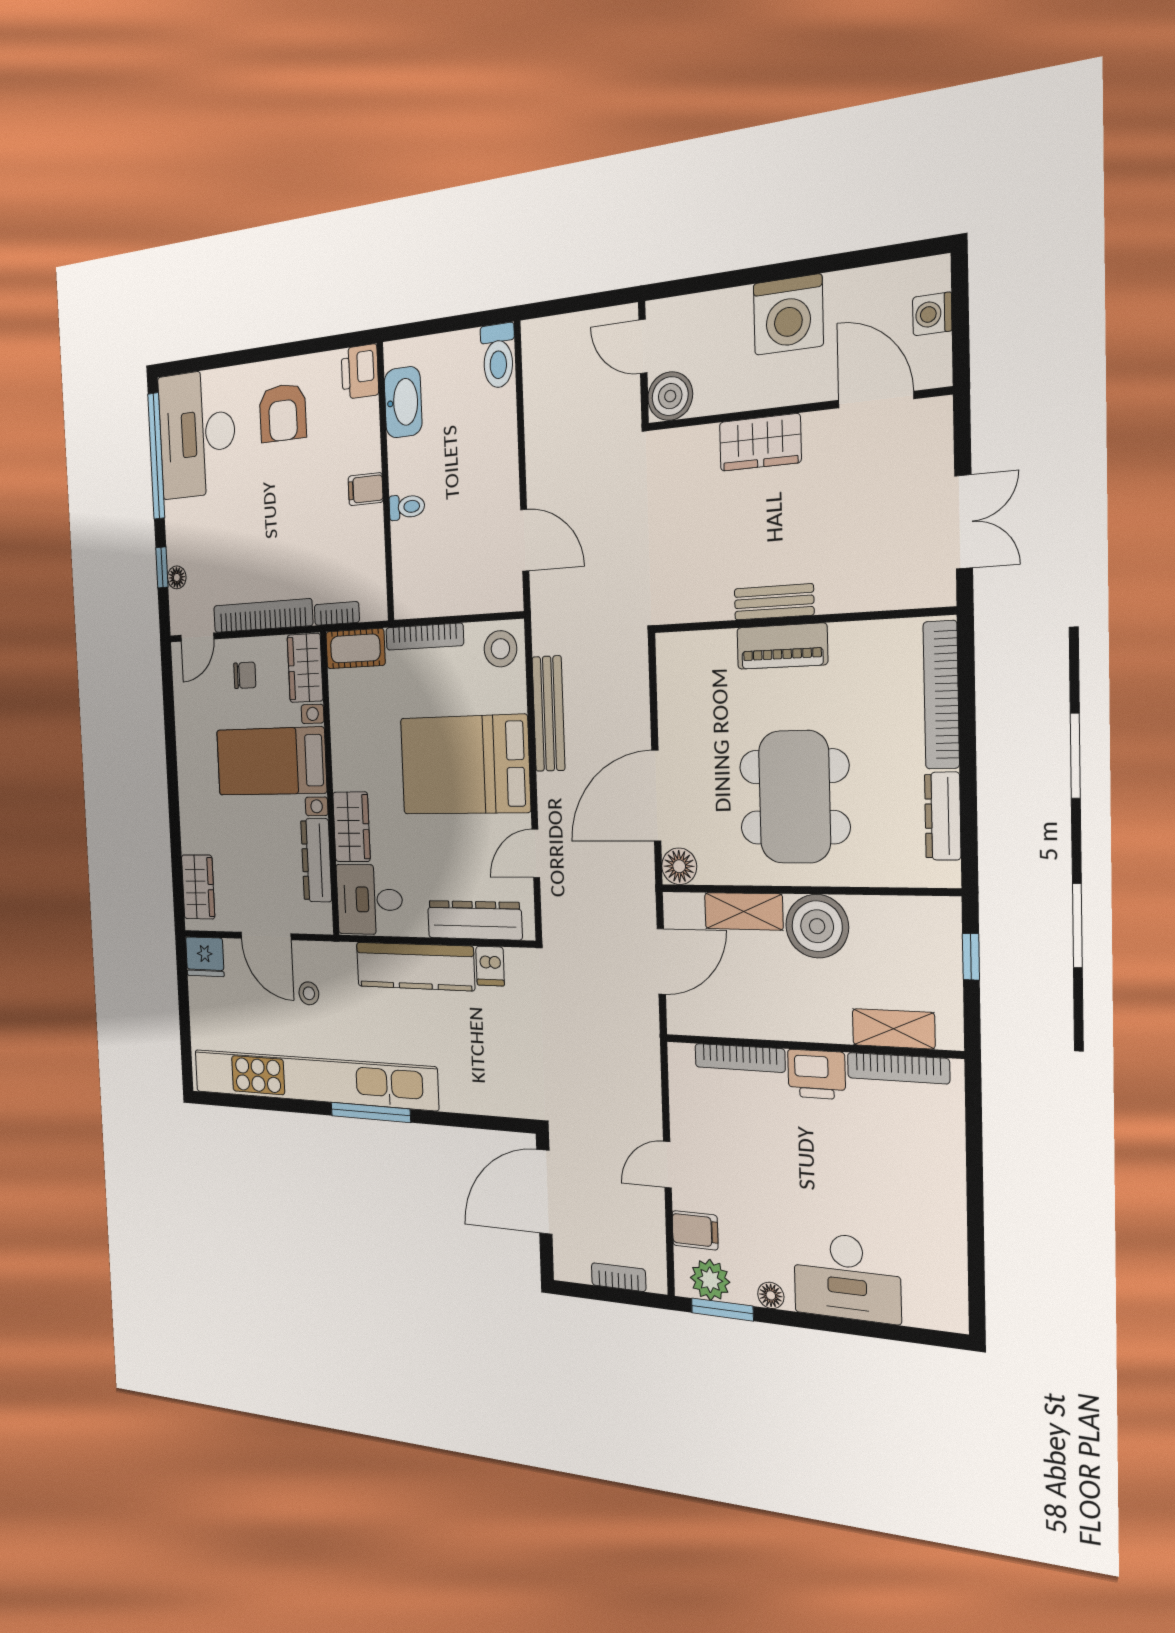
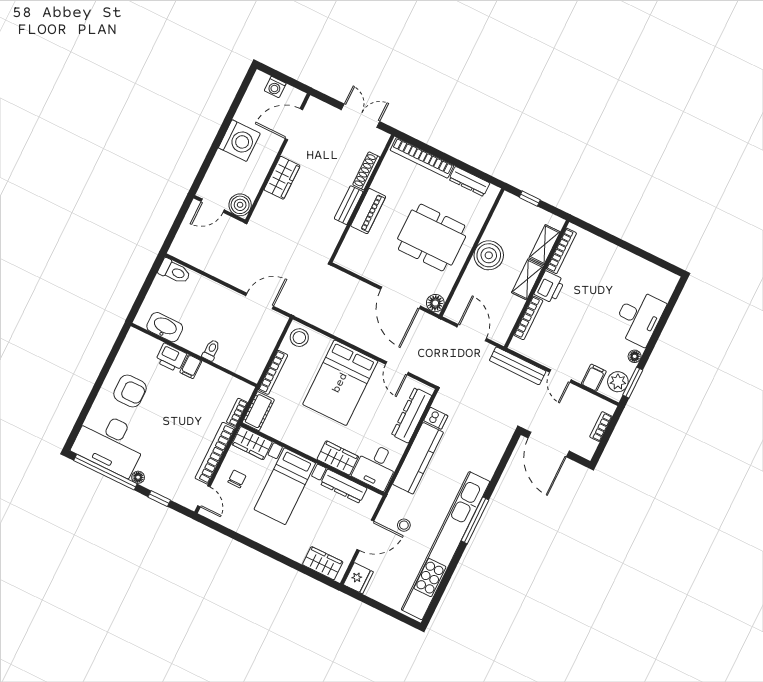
printer: (360, 372) -> (171, 358), moved
floor lamp: (177, 577) -> (138, 477), moved
shoe rack: (858, 598) -> (366, 171), added
bench: (548, 714) -> (518, 366), moved
shelving: (744, 911) -> (527, 279), moved

